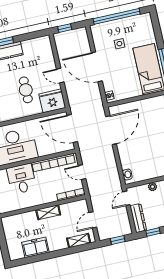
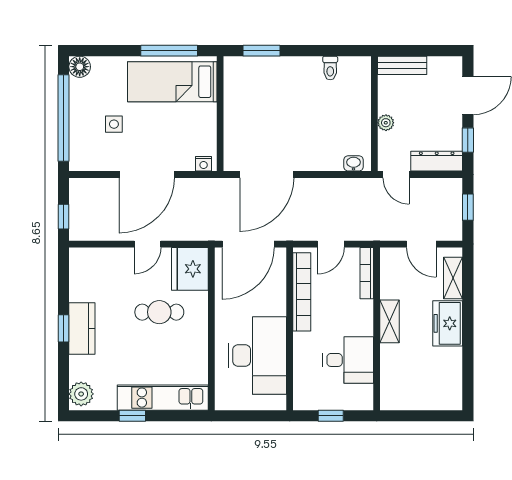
floor lamp: (146, 19) -> (80, 67), added
door: (111, 130) -> (267, 174), swing flipped
desk: (21, 179) -> (348, 360), moved, turned 180
freezer: (35, 247) -> (448, 323), moved

